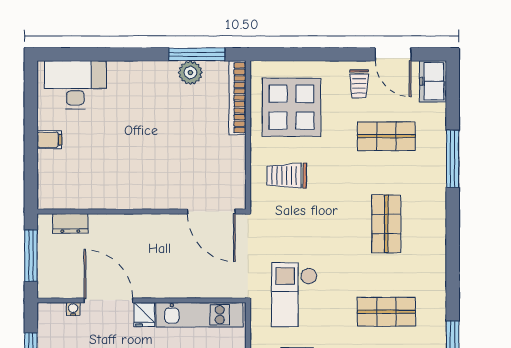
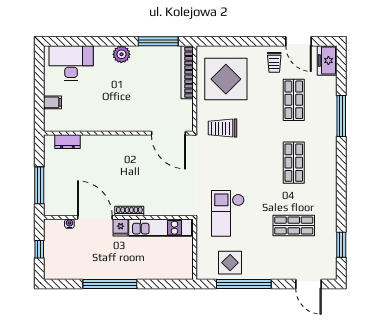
plant: (190, 73) -> (121, 54), moved
shop shelf: (386, 136) -> (294, 100), turned 90
wall: (141, 212) -> (118, 133), moved
door: (211, 212) -> (168, 133), moved
dresser: (70, 223) -> (67, 142), moved
shoe rack: (157, 292) -> (129, 211), added

